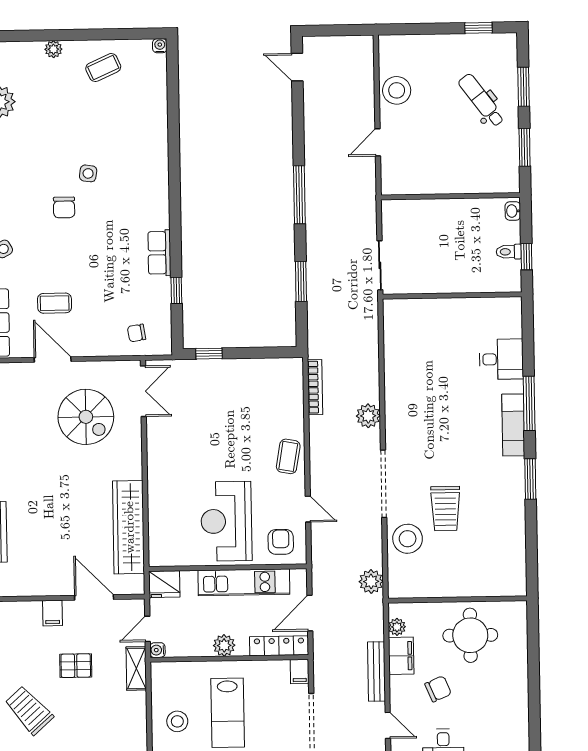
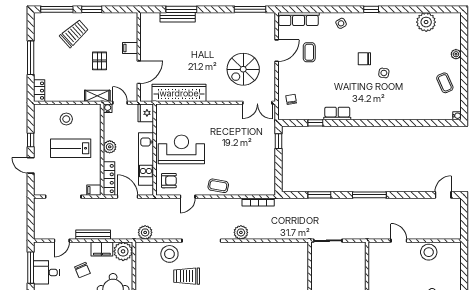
plant: (397, 627) -> (123, 251), width x1.88, depth x1.88

